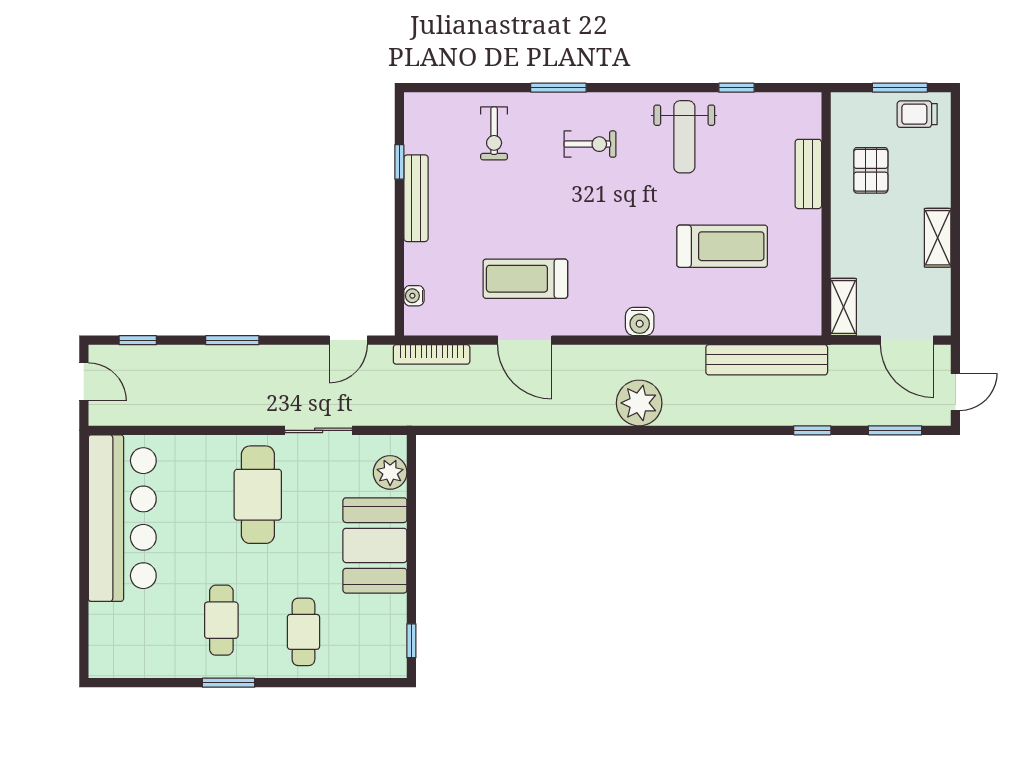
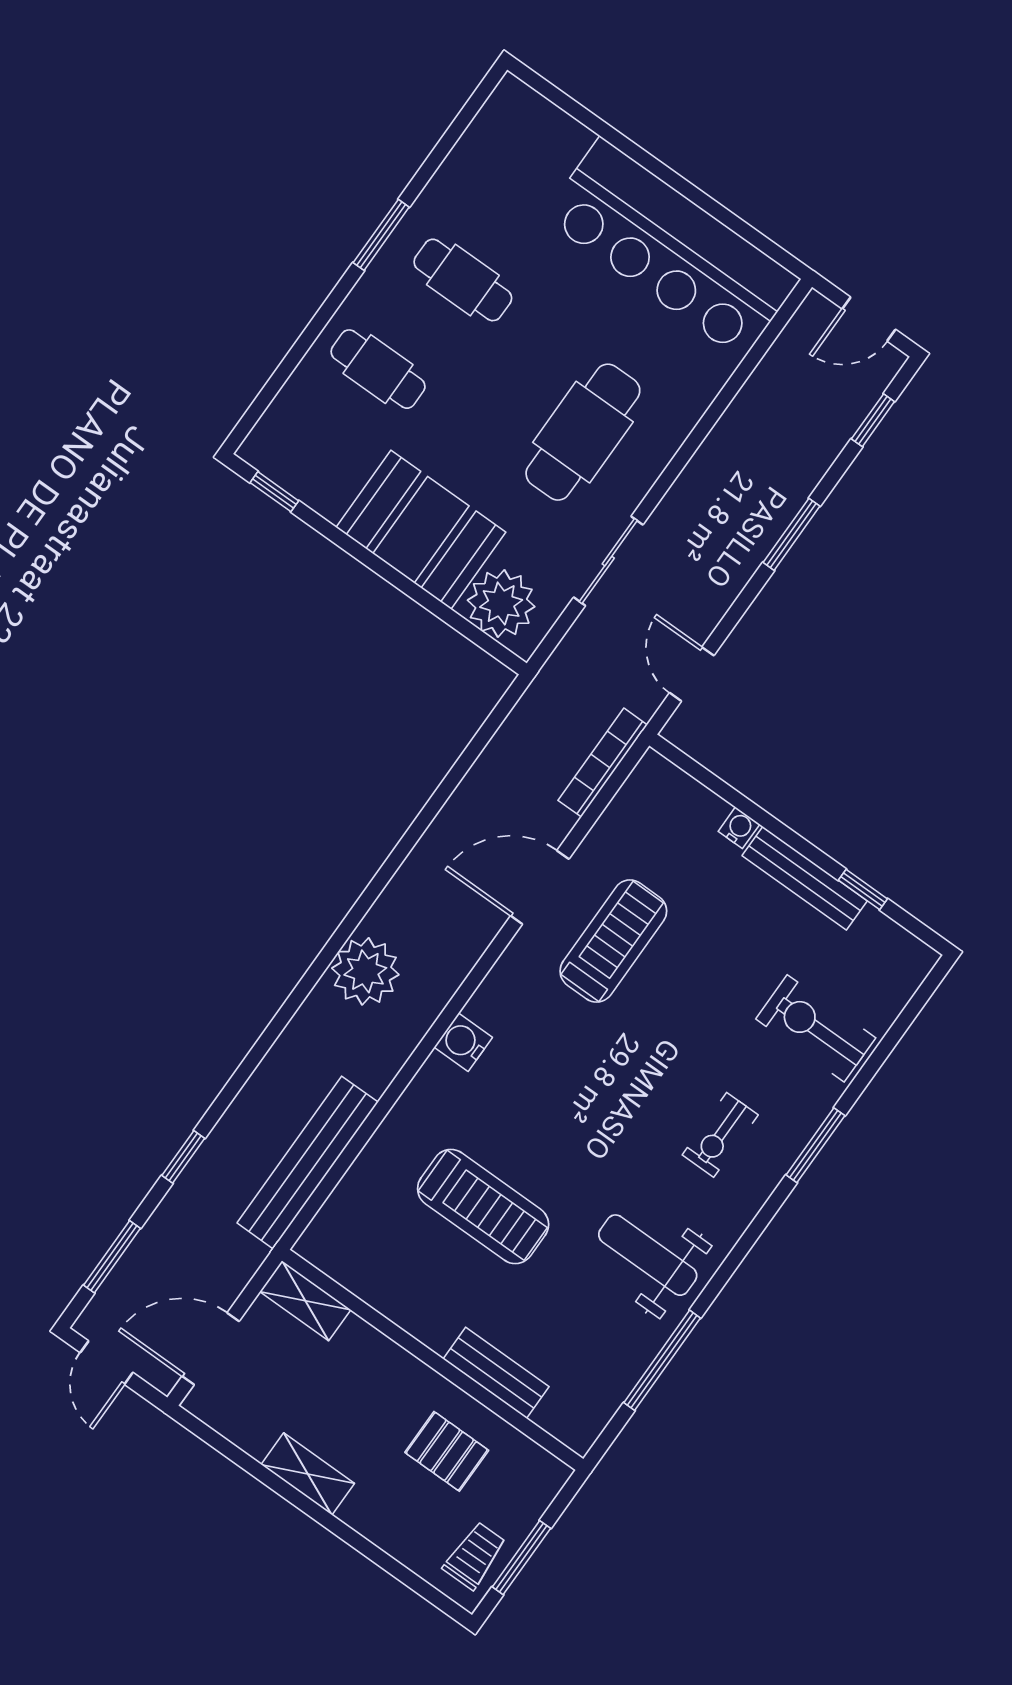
window: (736, 88) -> (662, 1360), width x2.17
exercise bike: (494, 133) -> (816, 1028), width x1.38, depth x1.39
treadmill: (722, 246) -> (483, 1207), turned -90
water cooler: (414, 296) -> (739, 828), moved
plant: (390, 472) -> (501, 603), width x1.36, depth x1.36
cafe table: (258, 495) -> (583, 432), turned 90

